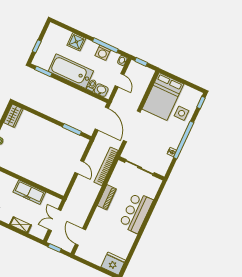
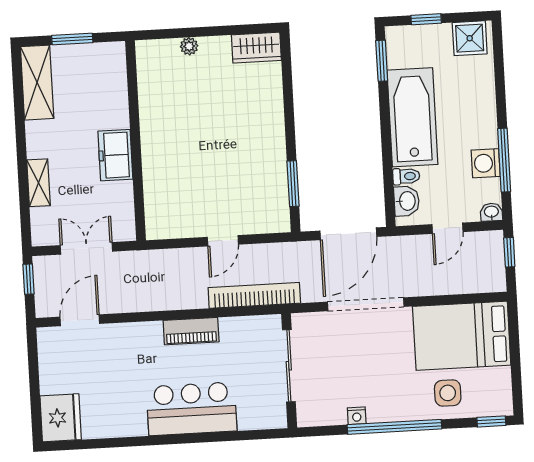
shower: (76, 42) -> (470, 38), moved
freezer: (29, 192) -> (115, 155), width x0.71

